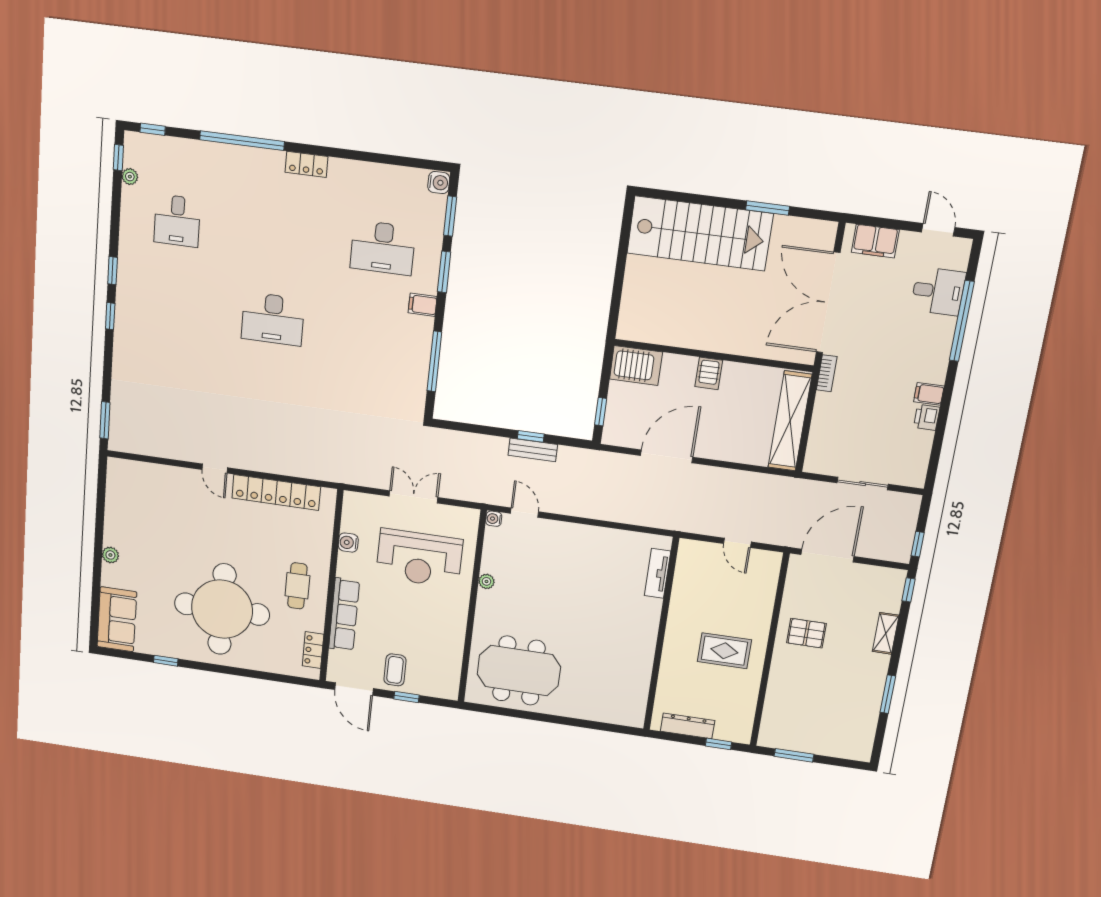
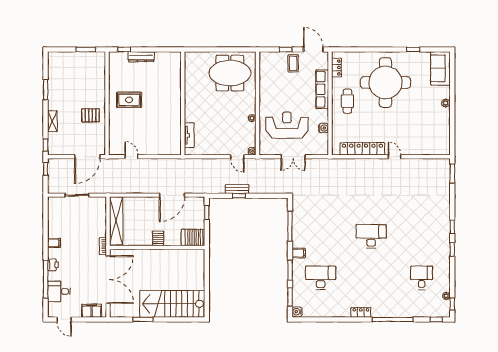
printer: (927, 417) -> (53, 265), moved
tv unit: (658, 573) -> (189, 135), moved
wall: (661, 635) -> (183, 103), moved

